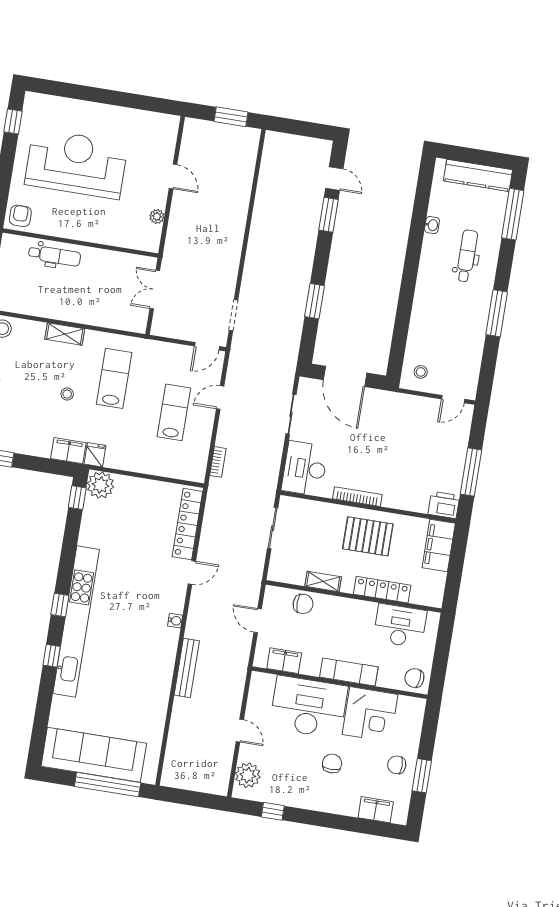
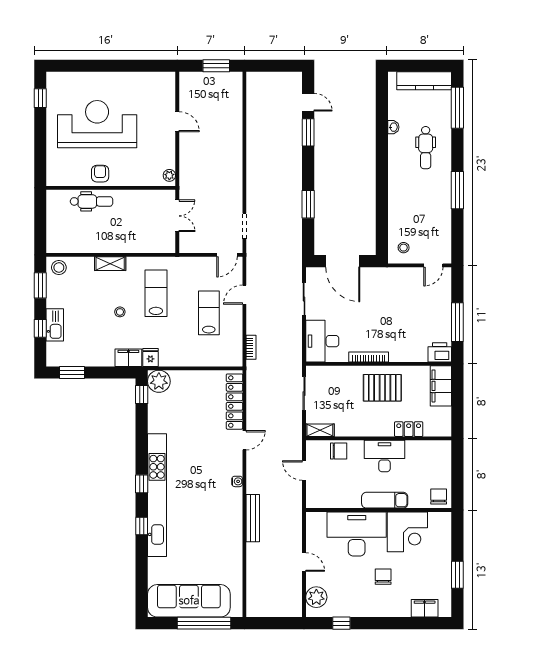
armchair: (20, 216) -> (100, 174), moved
plant: (157, 216) -> (169, 175), moved
dental chair: (467, 256) -> (426, 148), turned 180
double door: (155, 290) -> (177, 216), swing flipped
shelving: (323, 582) -> (320, 430), moved
locker: (382, 590) -> (409, 429), width x0.66
desk: (400, 626) -> (384, 456), moved
filing cabinet: (284, 661) -> (331, 500), removed
chair: (414, 678) -> (439, 496), turned 84
chair: (397, 765) -> (436, 569), removed

